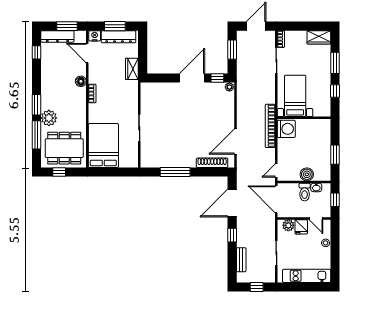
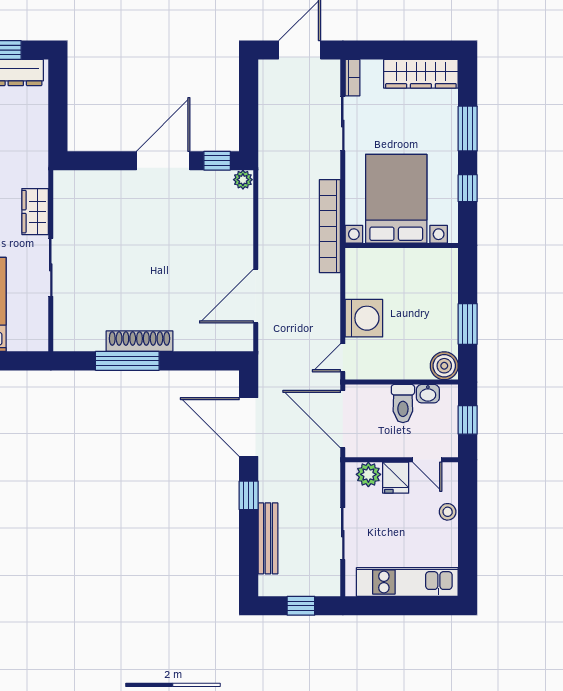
wardrobe: (319, 37) -> (421, 74), width x1.50
window: (232, 50) -> (249, 100), removed
wardrobe: (132, 69) -> (35, 212), moved
bed with nightstands: (295, 96) -> (396, 199), width x1.36
bookcase: (270, 126) -> (330, 226), moved
washing machine: (286, 129) -> (364, 318), moved
shoe rack: (212, 163) -> (139, 341), moved
boiler: (307, 174) -> (444, 366), moved
door: (232, 203) -> (249, 427), hinge flipped
bench: (241, 260) -> (268, 538), width x1.36

